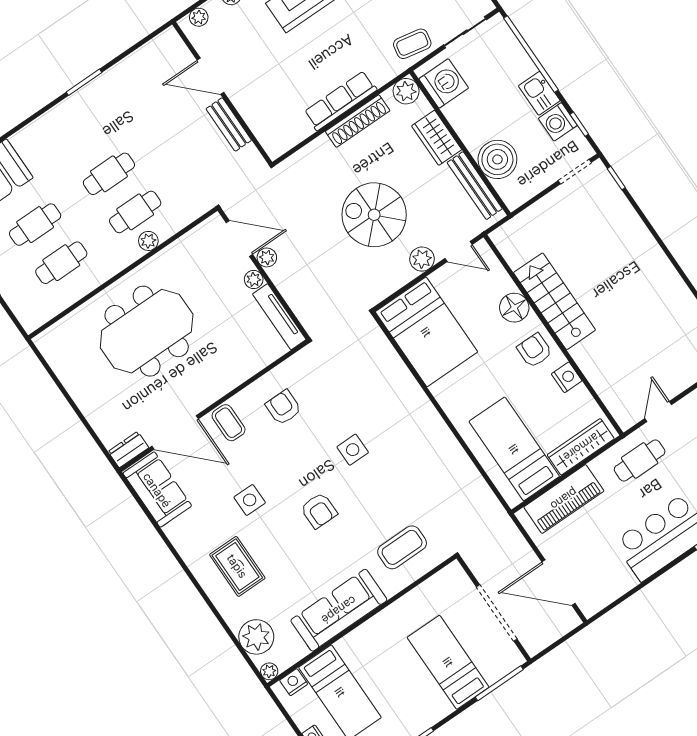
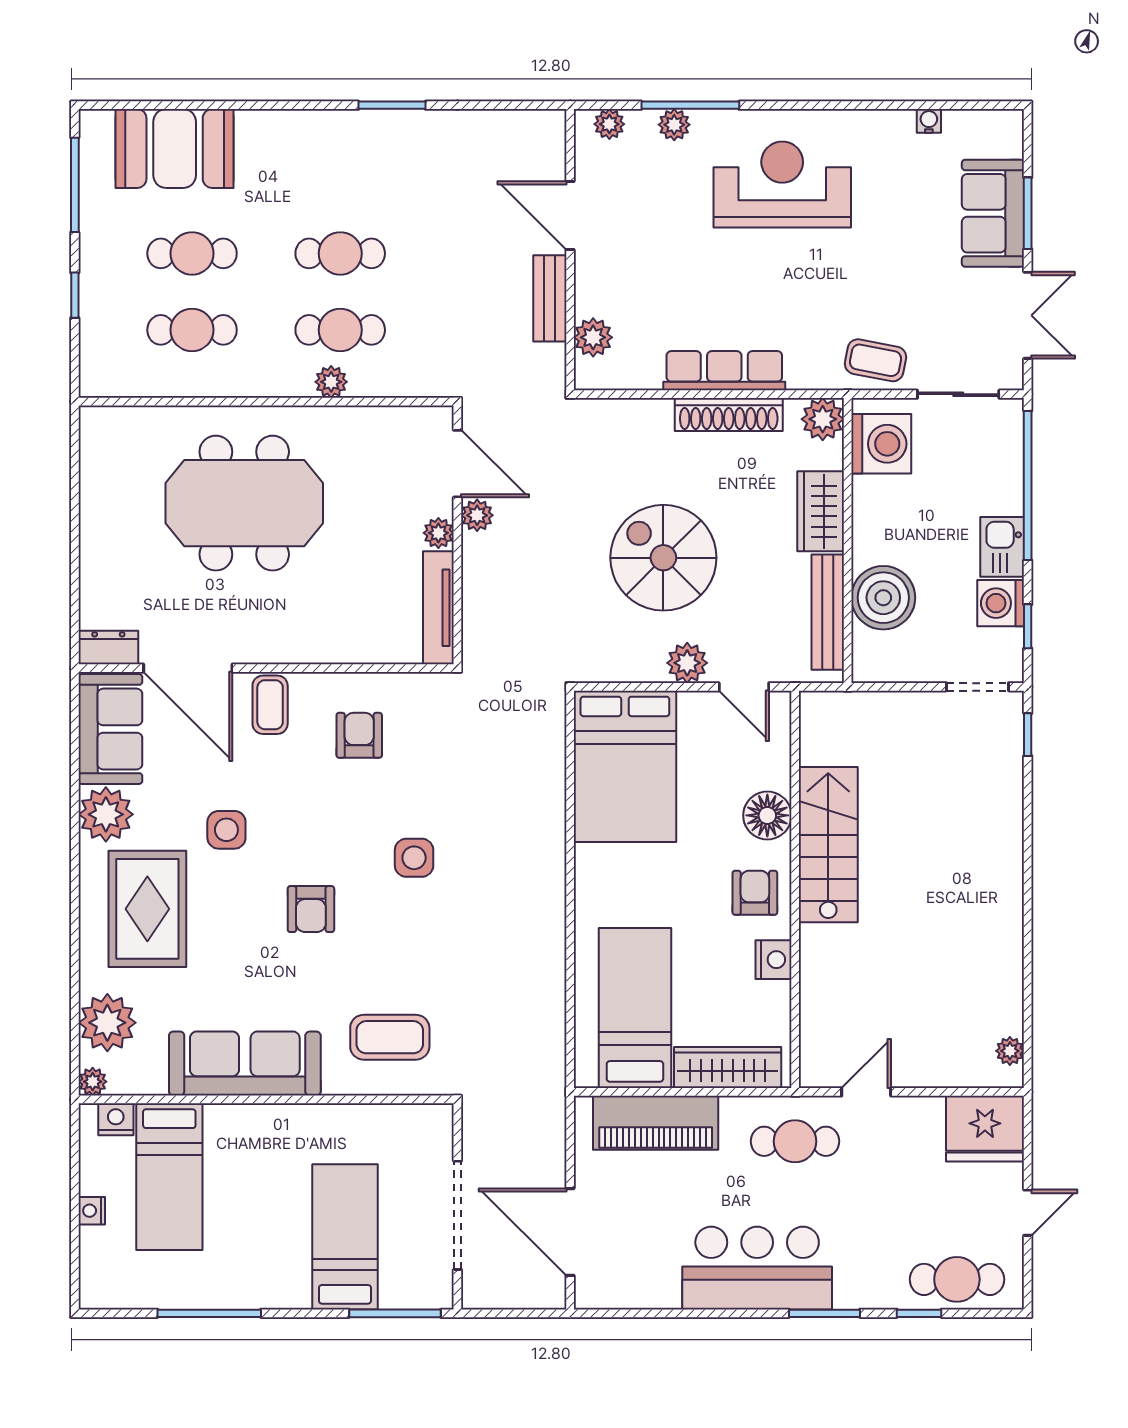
plant: (264, 129) -> (593, 337), added
plant: (184, 534) -> (106, 814), added
rug: (237, 566) -> (147, 909), width x1.36, depth x1.43

